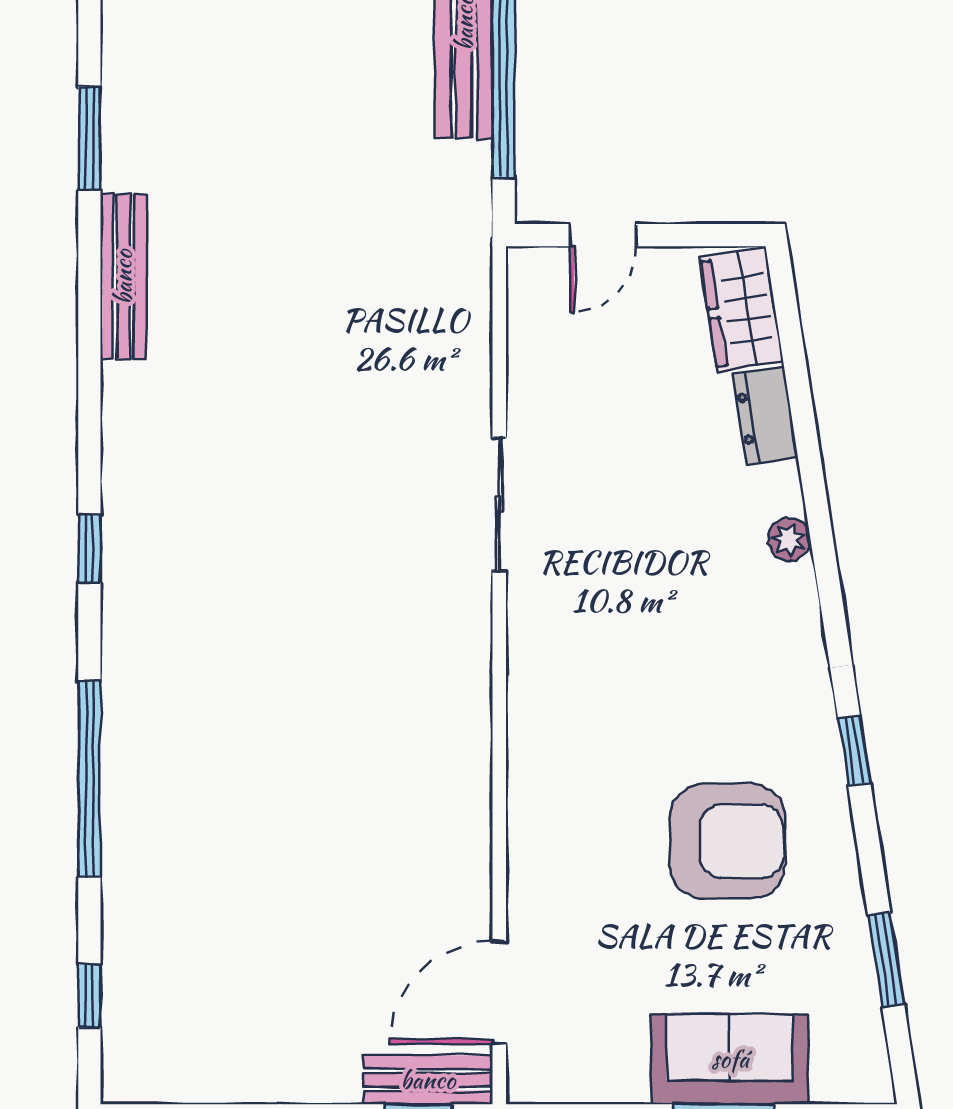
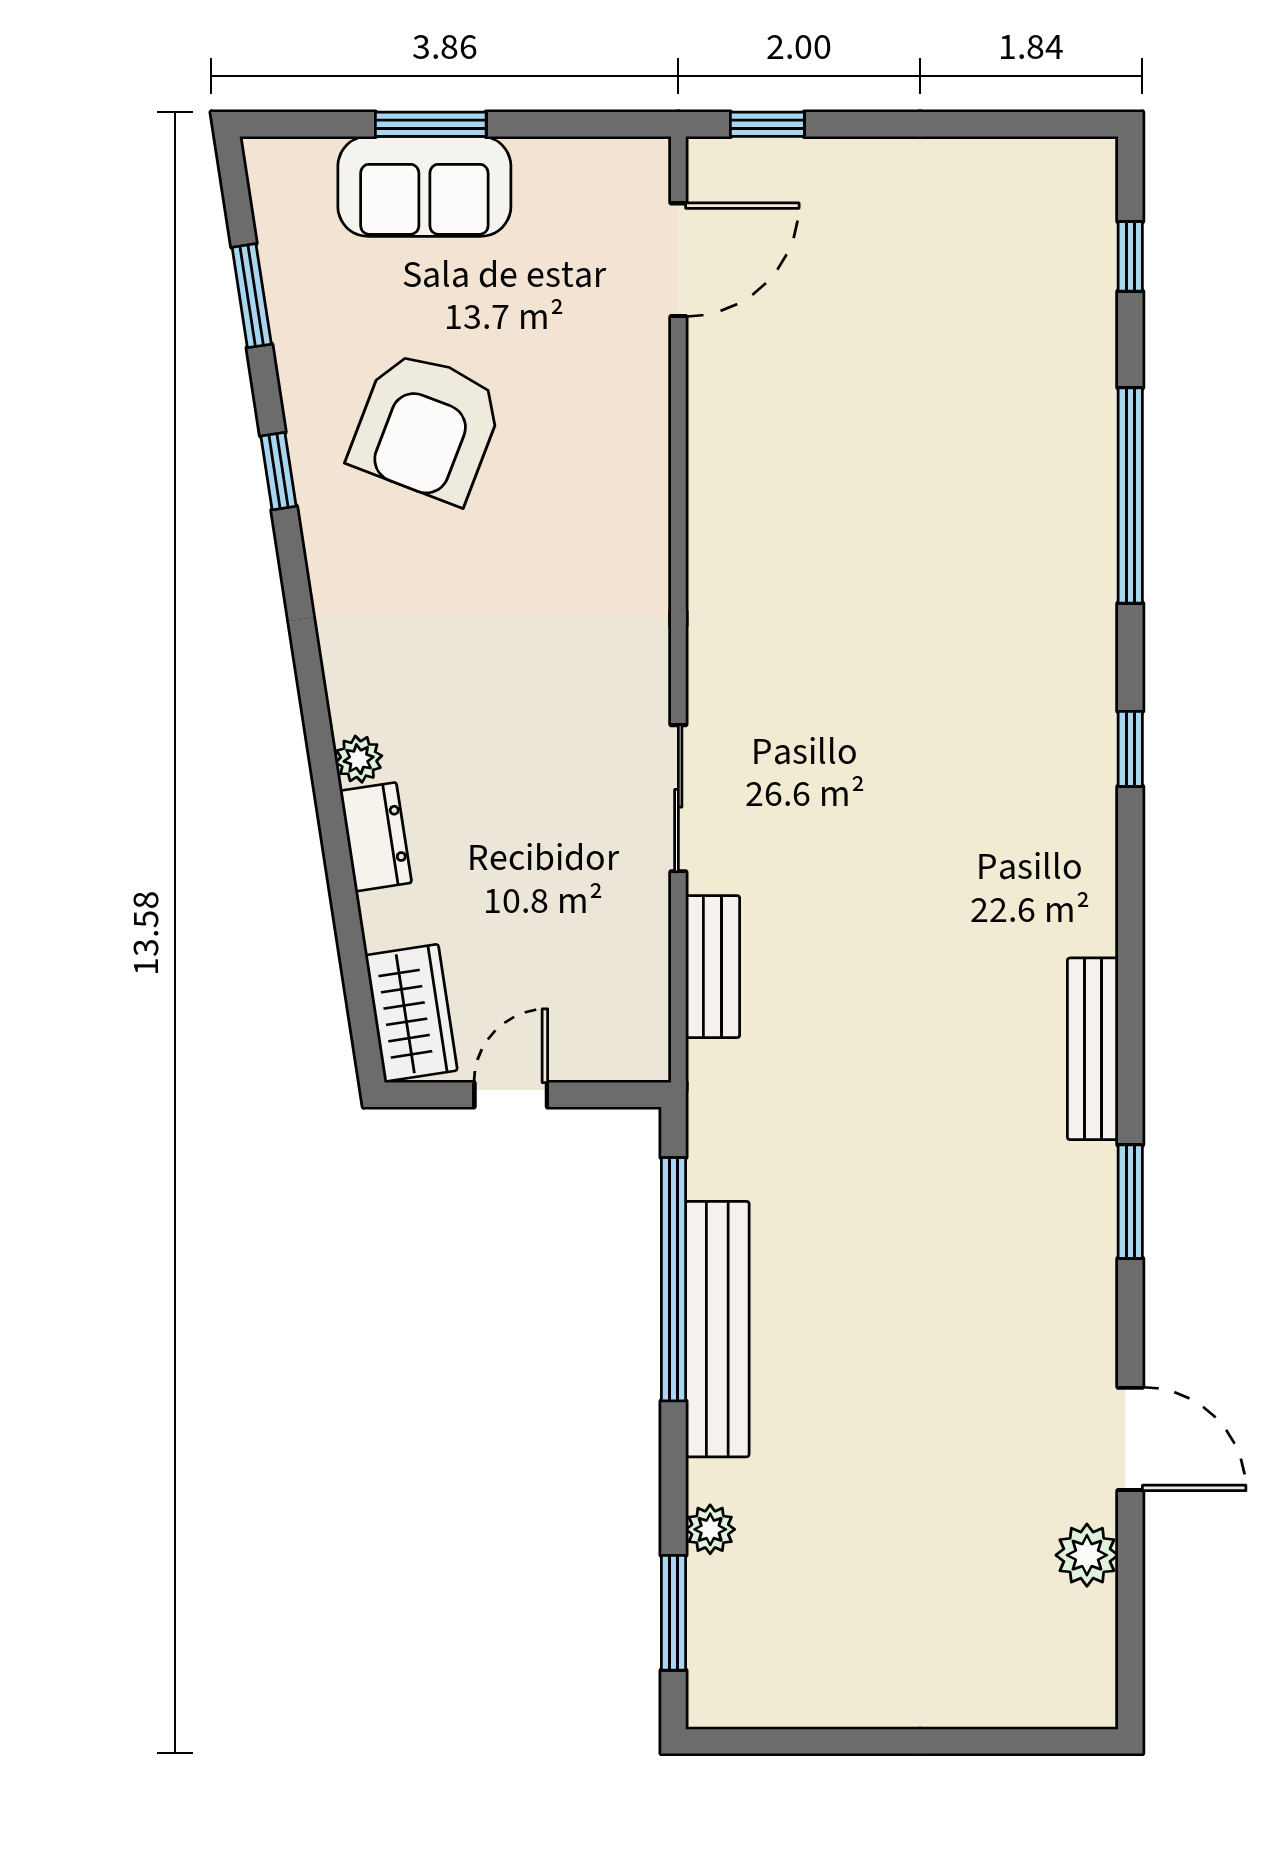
door: (603, 235) -> (511, 1095), moved
dresser: (766, 416) -> (376, 837), moved
window: (854, 751) -> (279, 471), moved
armchair: (728, 841) -> (426, 427), turned -69
bench: (428, 1080) -> (713, 967), moved, turned 90

